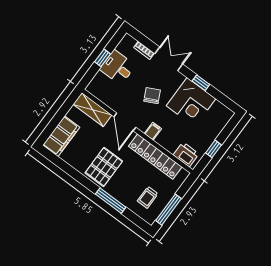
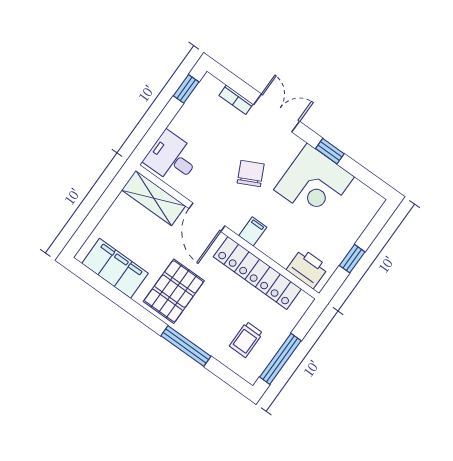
window: (103, 58) -> (186, 89), moved
desk: (118, 67) -> (172, 158), moved
filing cabinet: (61, 136) -> (115, 268), moved, turned -90

